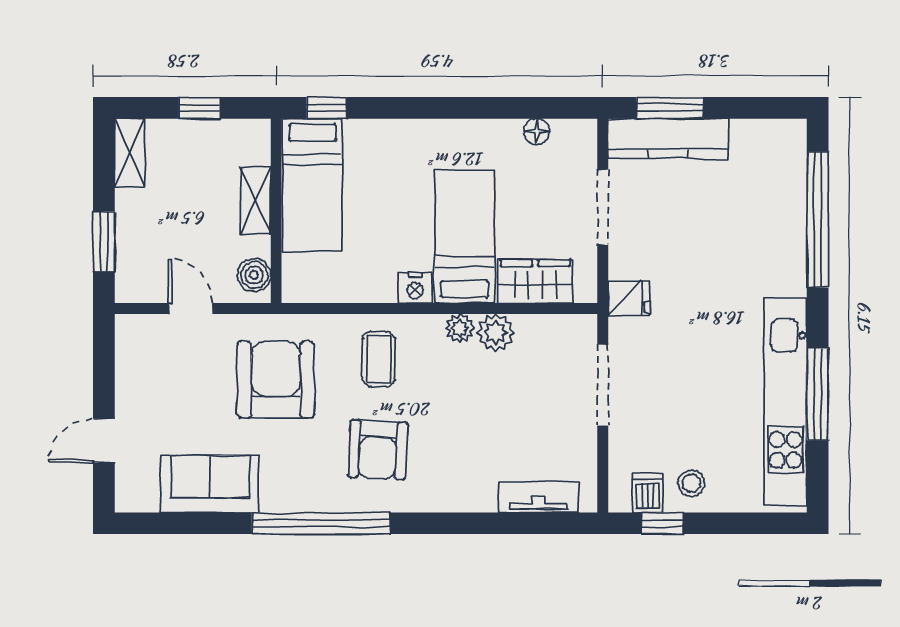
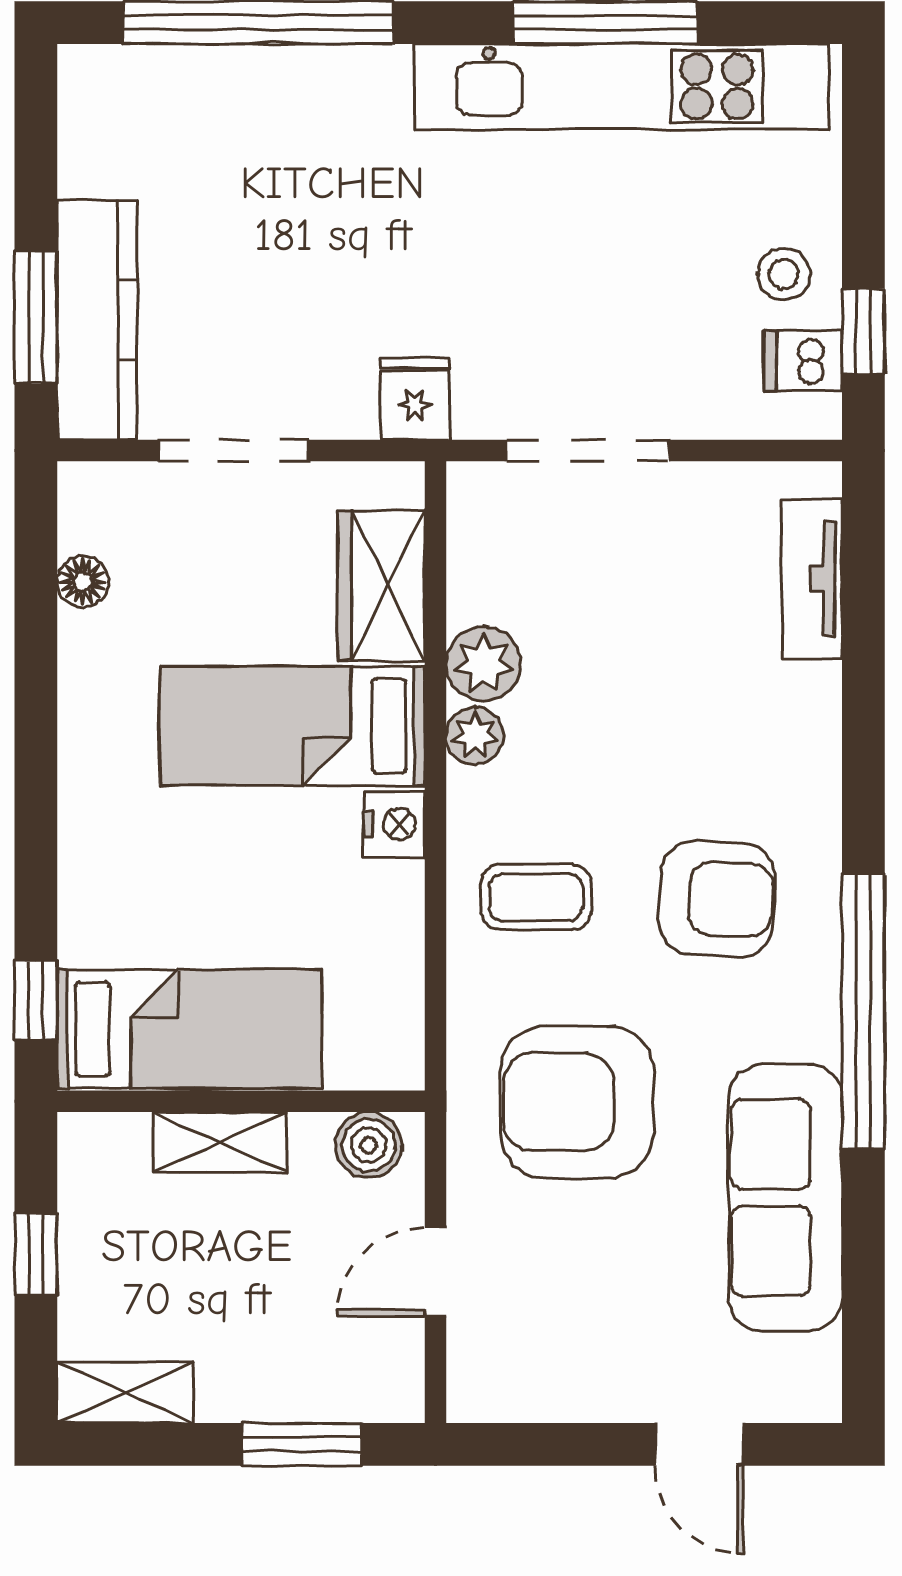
sofa: (210, 484) -> (785, 1198), width x1.36

